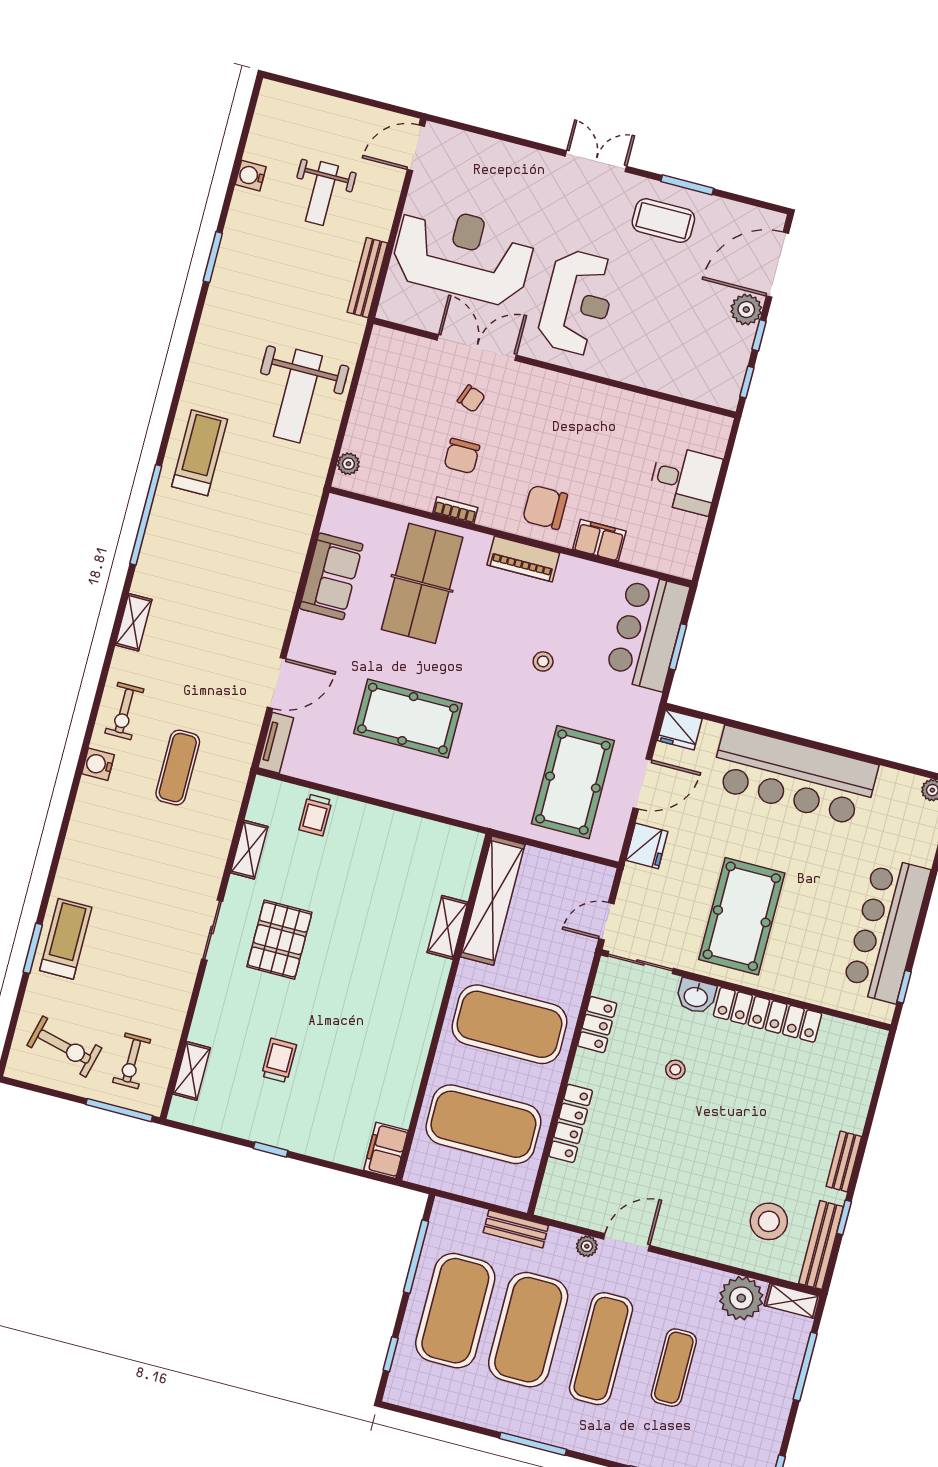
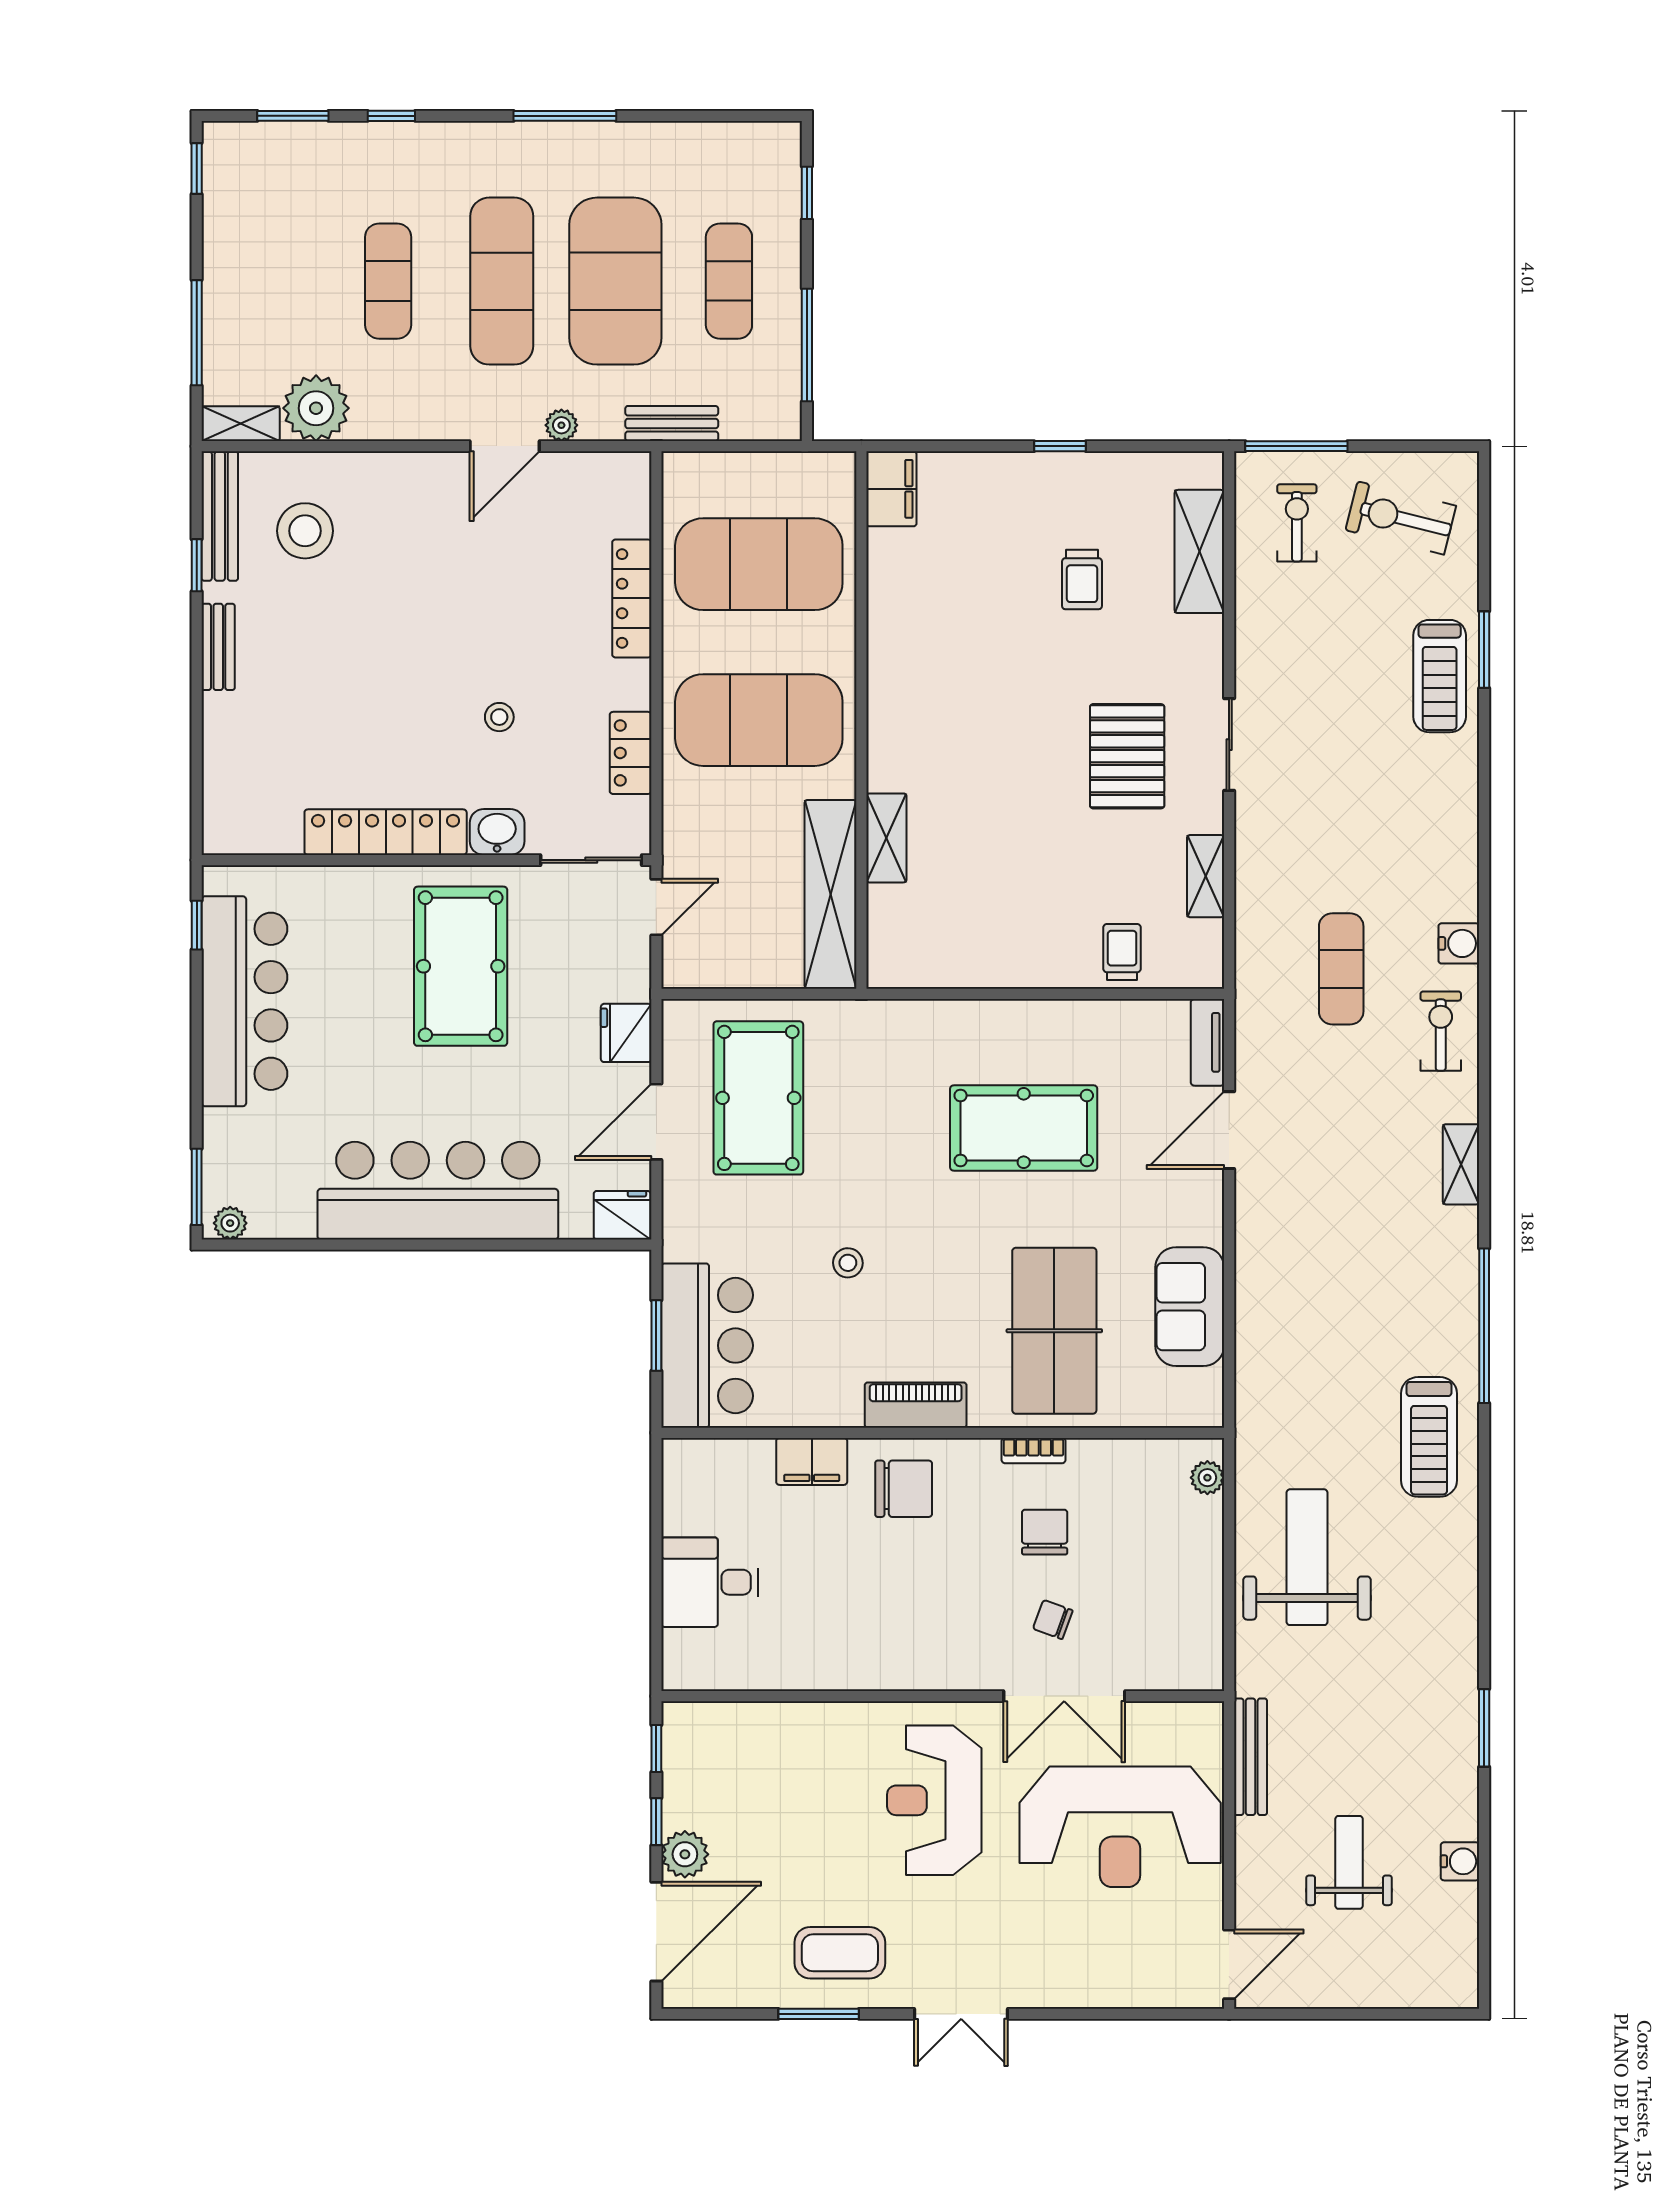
shelving: (192, 1071) -> (1199, 551), width x1.50, depth x1.33
exercise mat: (455, 1311) -> (729, 281), width x0.50, depth x0.69

